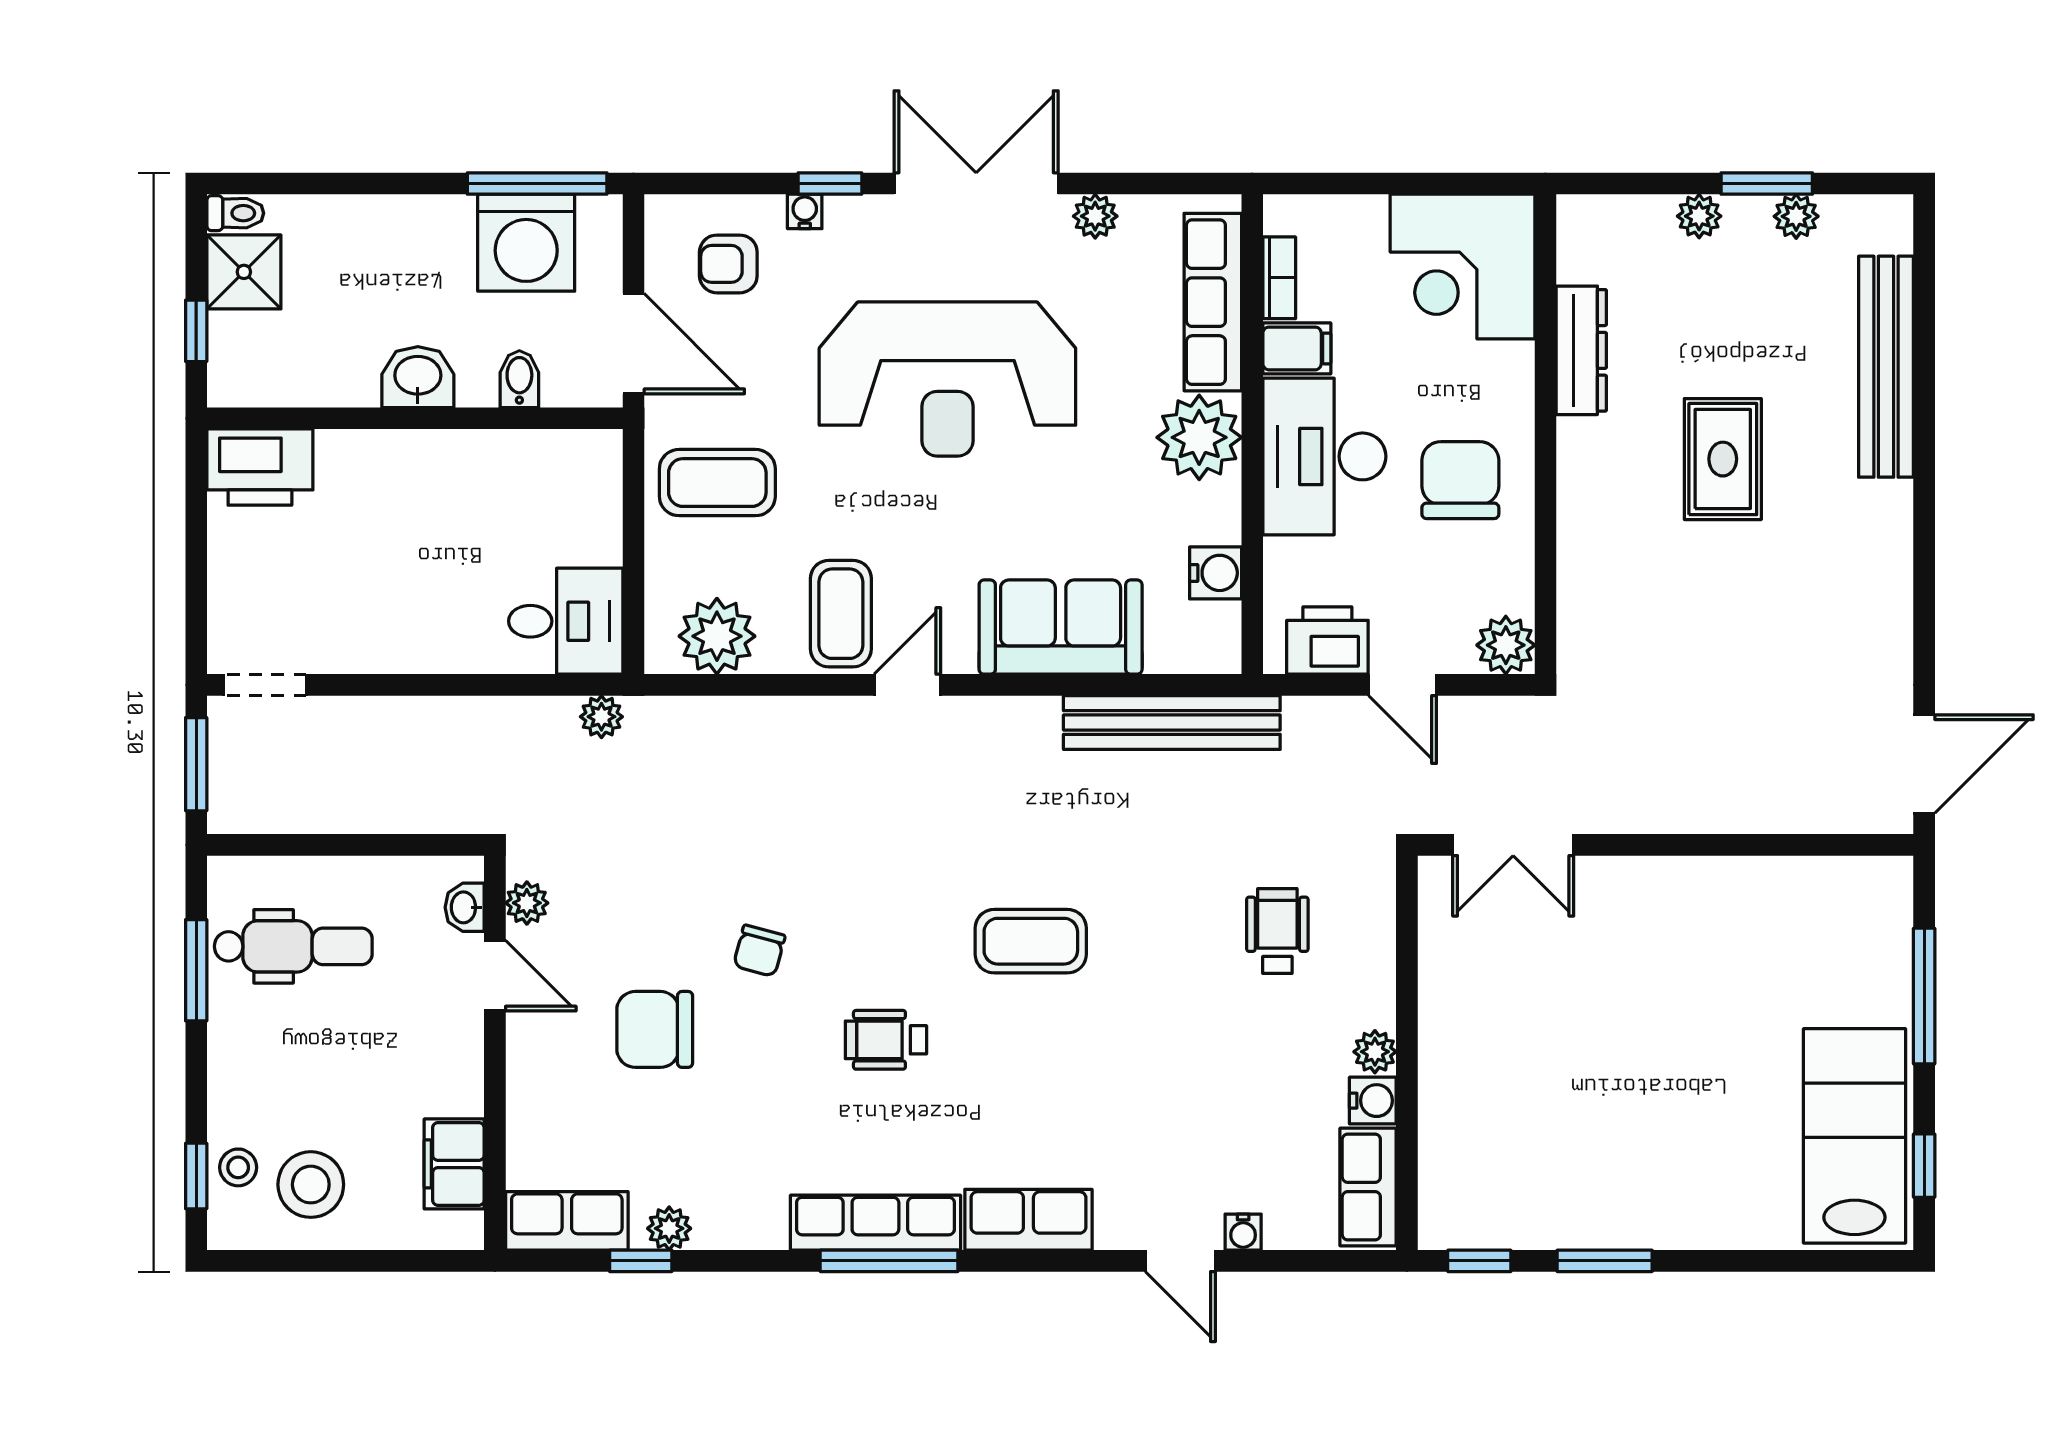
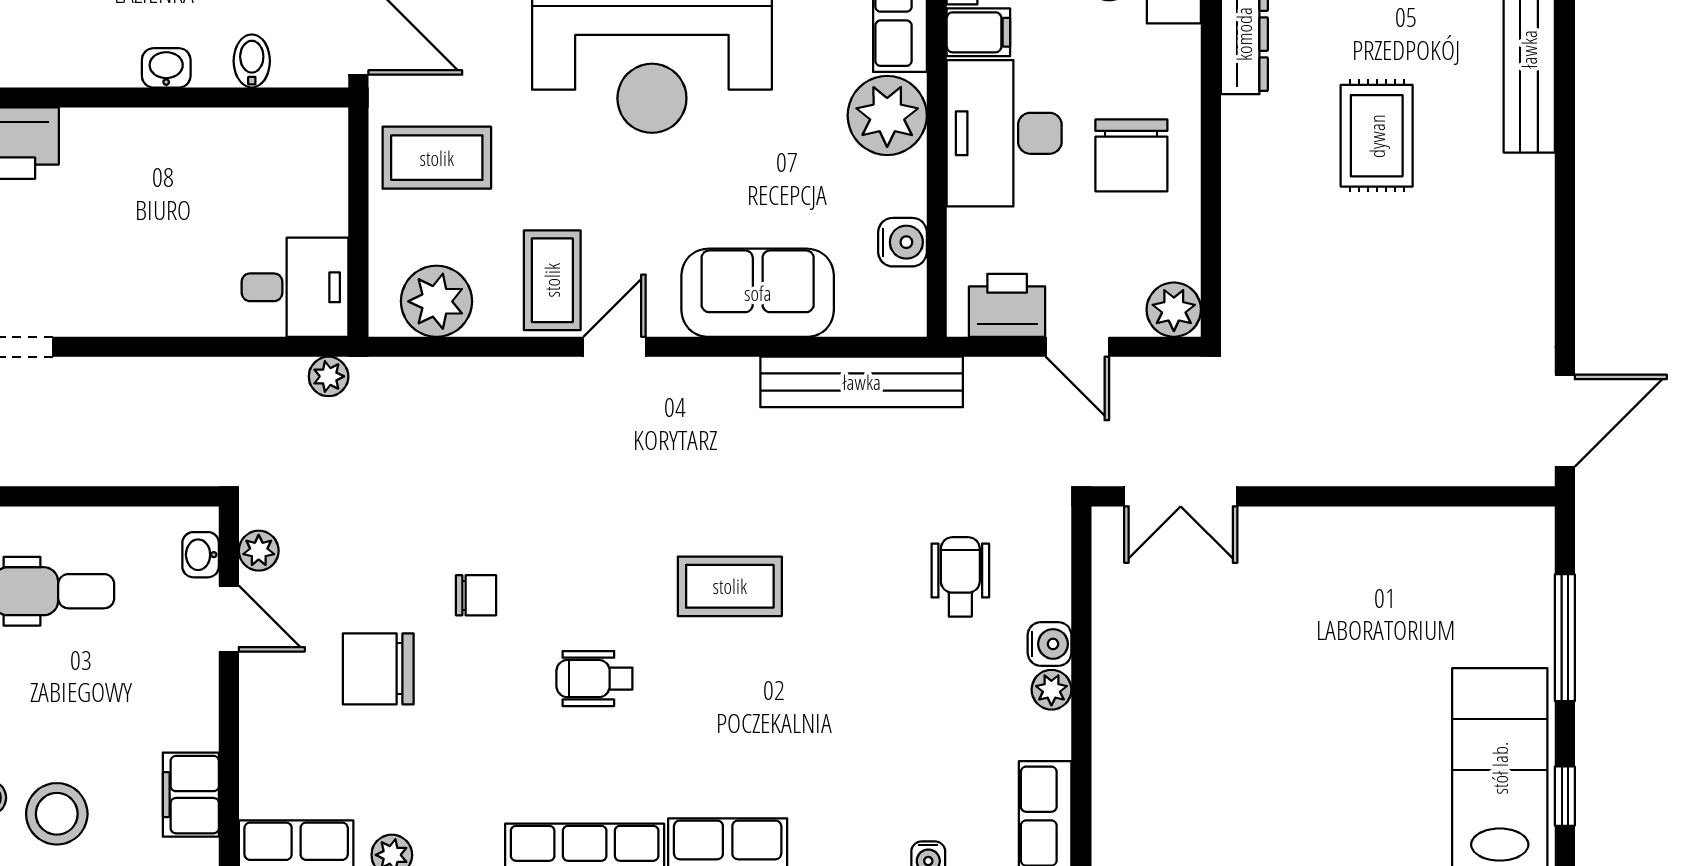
washbasin: (418, 377) -> (166, 68), width x0.72, depth x0.69
chair: (1460, 480) -> (1131, 155), turned 180
chair: (759, 951) -> (476, 595), turned -105
water cooler: (1373, 1101) -> (1050, 644), moved

